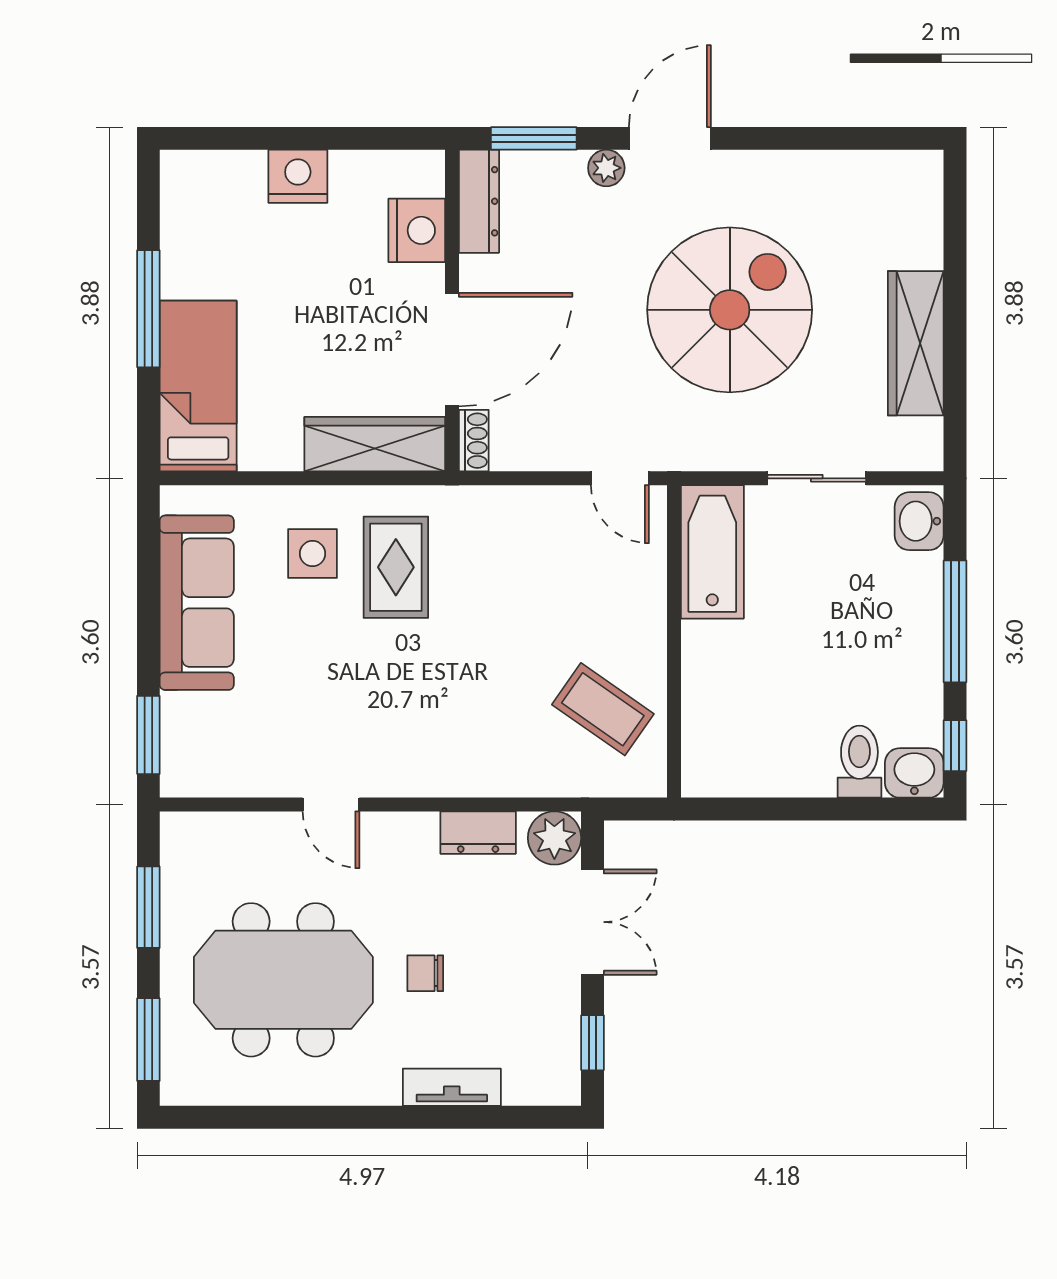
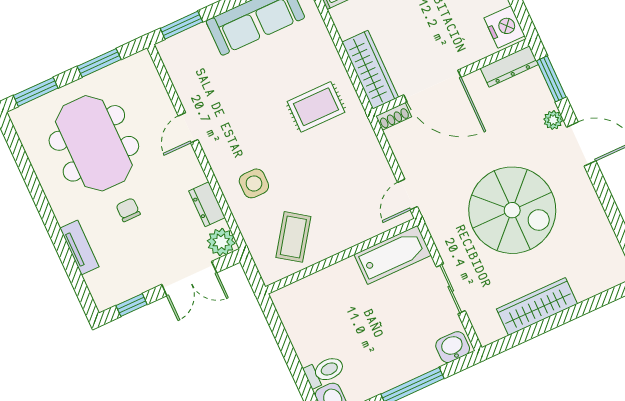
nightstand: (417, 230) -> (505, 27), moved, turned -90
side table: (313, 554) -> (254, 183), moved

